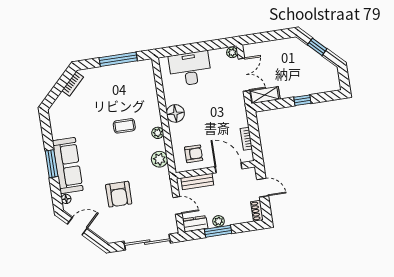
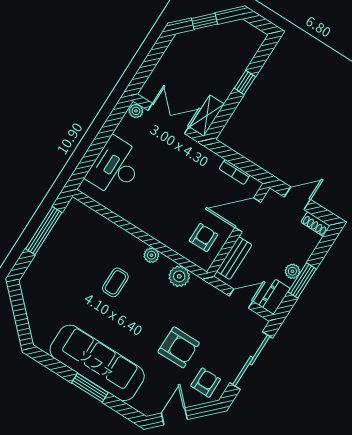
bookcase: (73, 84) -> (29, 297), removed
floor lamp: (175, 113) -> (147, 221), removed
sofa: (68, 165) -> (97, 363), width x1.36, depth x1.27
floor lamp: (66, 199) -> (138, 404), removed
armchair: (112, 227) -> (206, 383), added

